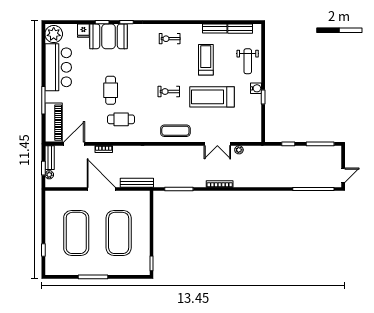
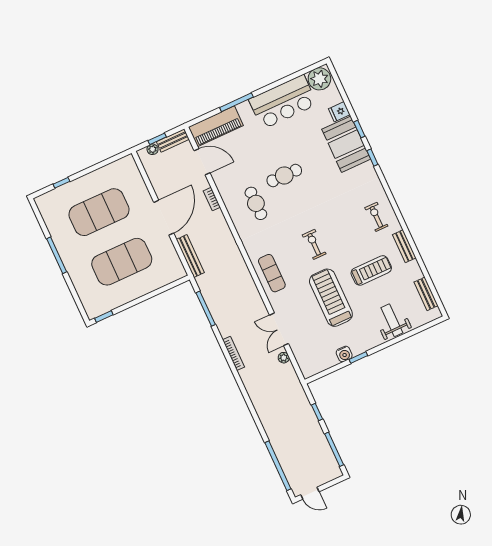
bench: (215, 28) -> (404, 246), moved
weight bench: (248, 61) -> (392, 320), turned 90
water cooler: (256, 88) -> (344, 354), moved

